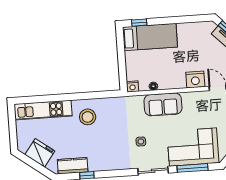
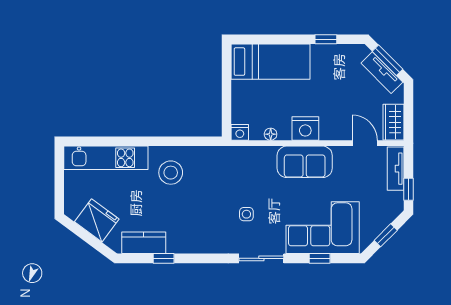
window: (139, 23) -> (326, 39), moved
nightstand: (195, 79) -> (305, 129), moved
sofa: (163, 104) -> (305, 162), moved
window: (192, 168) -> (320, 258), width x0.46

